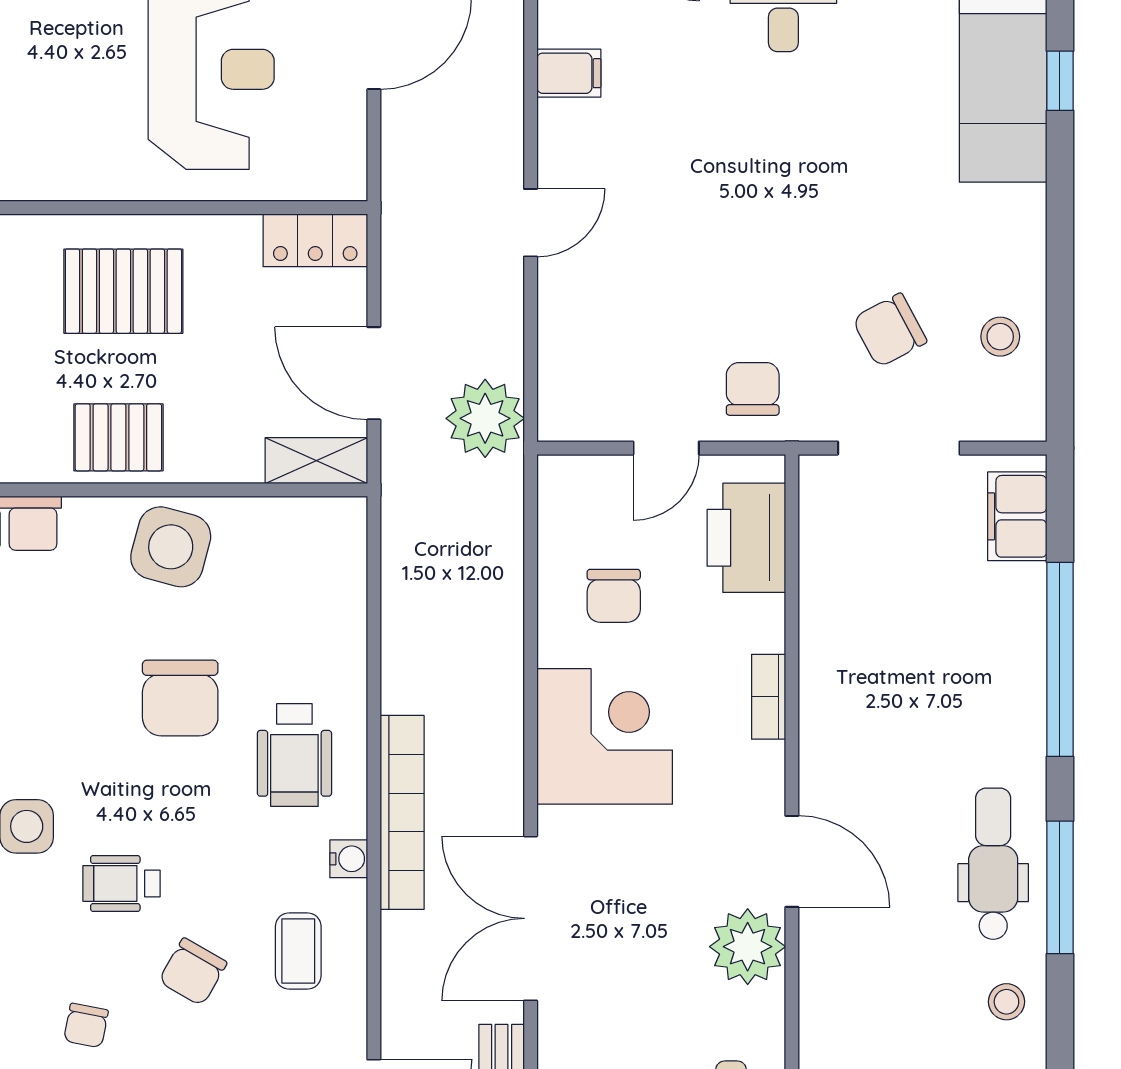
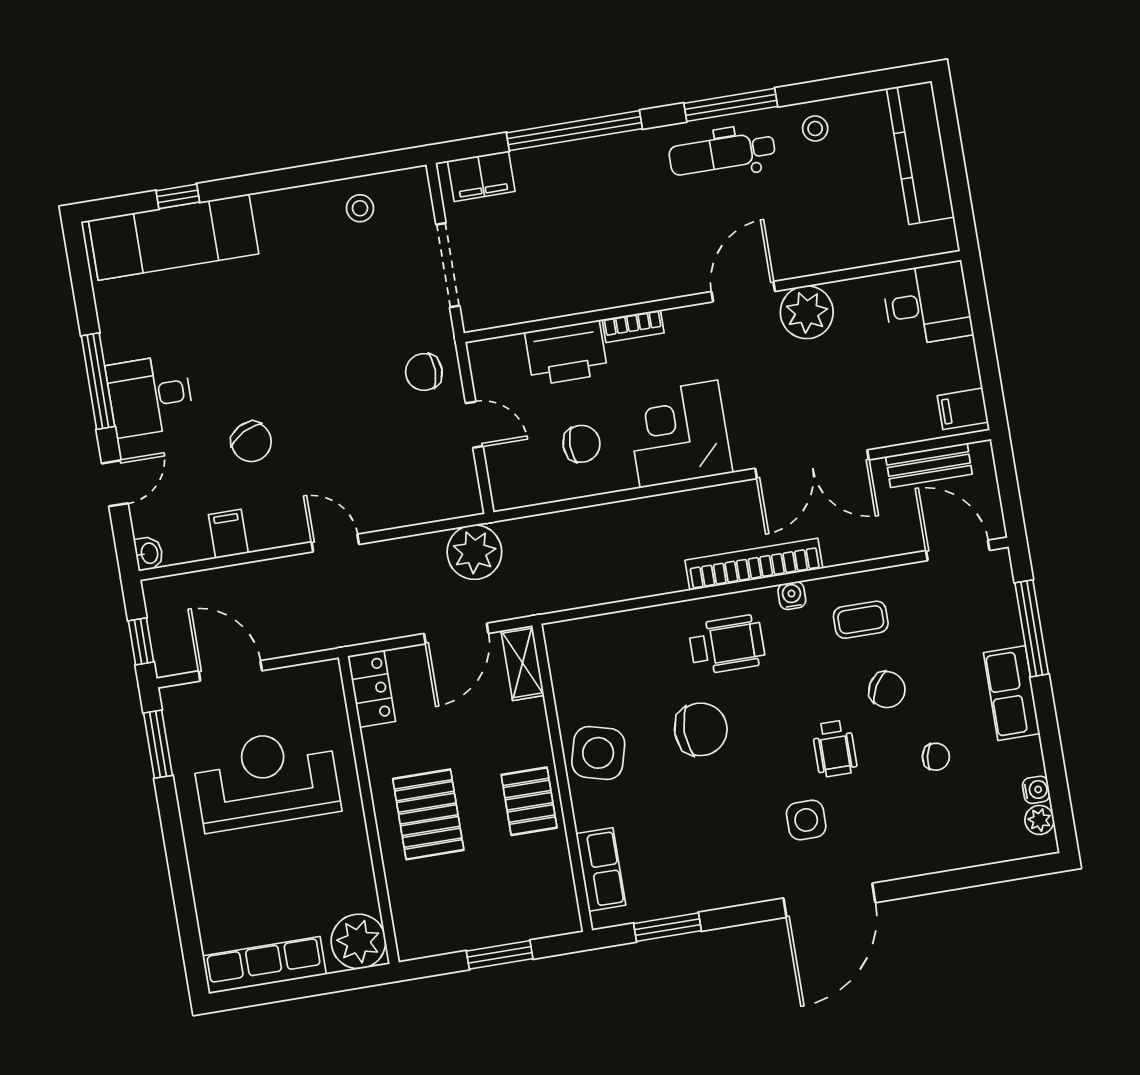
chair: (890, 330) -> (251, 442), moved
printer: (746, 538) -> (566, 353), moved

